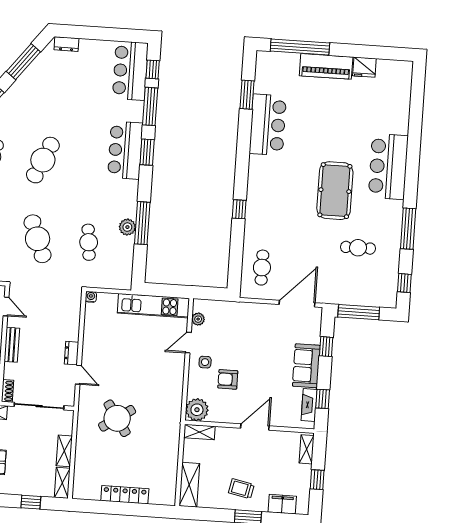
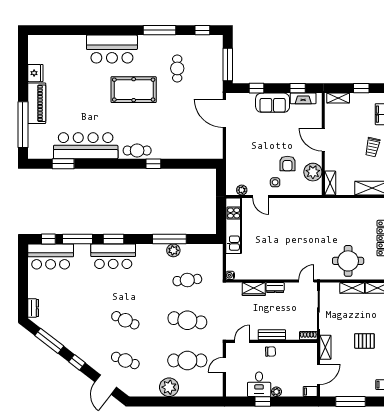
bar counter: (268, 125) -> (86, 146), width x1.36
cafe table: (43, 160) -> (125, 320), width x0.73, depth x0.74
cafe table: (38, 239) -> (187, 320), turned 30
cafe table: (262, 268) -> (137, 150), moved
wardrobe: (71, 326) -> (254, 289), added
door: (78, 375) -> (306, 281), moved
plant: (197, 410) -> (313, 172), moved
round table: (117, 418) -> (348, 261), moved, turned 34

